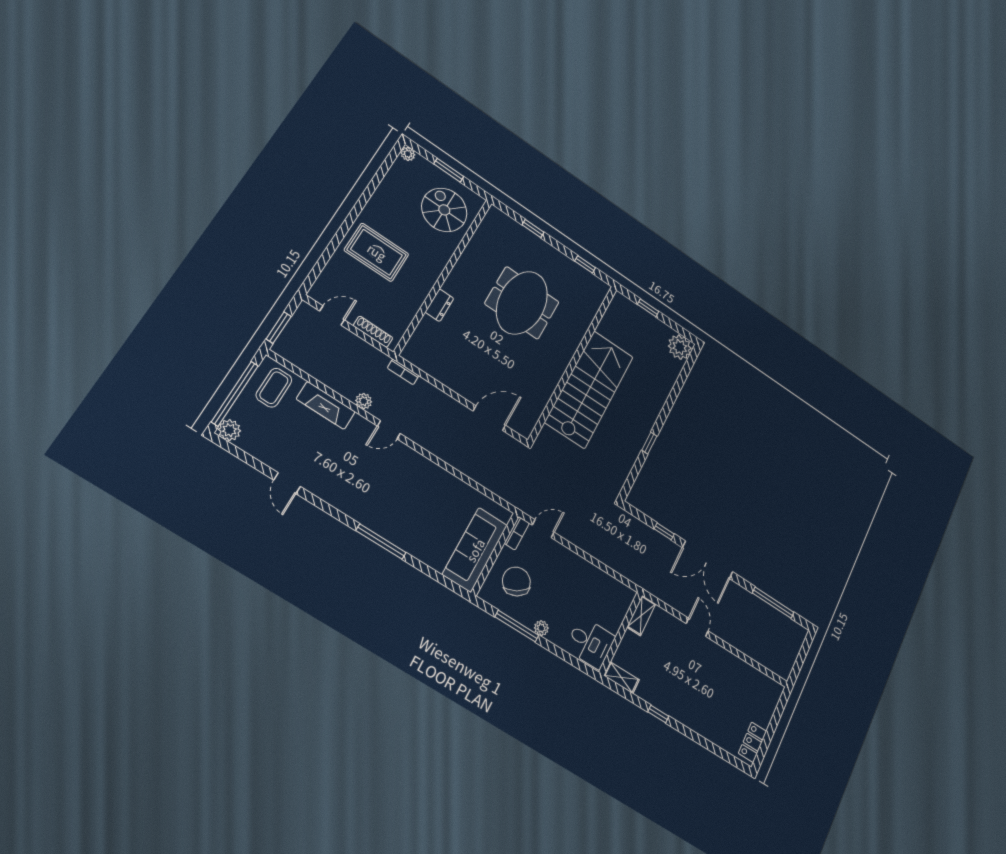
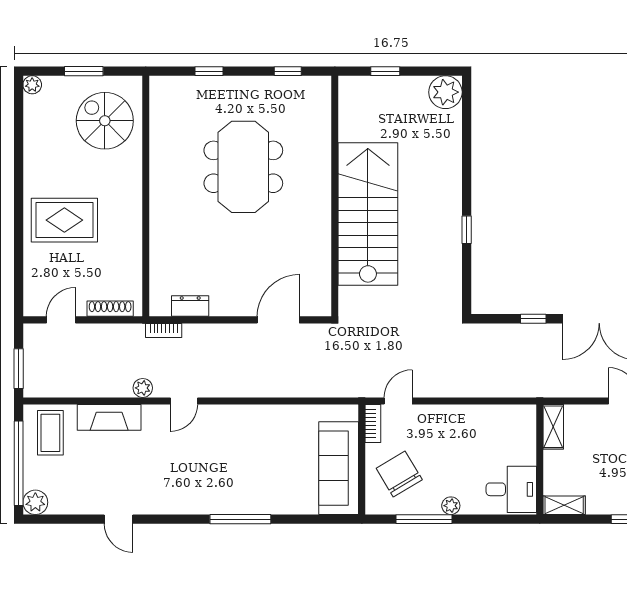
dresser: (439, 305) -> (190, 306), moved, turned -90

